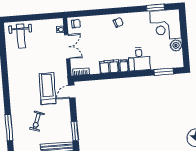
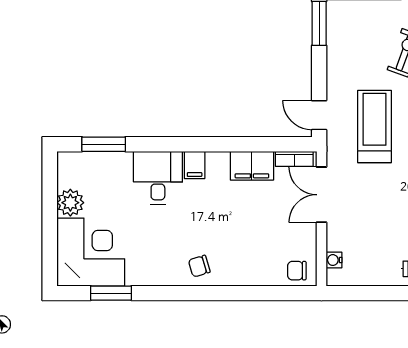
double door: (67, 47) -> (322, 195), moved
filing cabinet: (109, 67) -> (252, 166), moved
treadmill: (47, 89) -> (375, 126), turned 180
door: (72, 92) -> (319, 115), swing flipped

